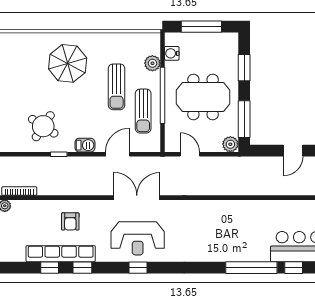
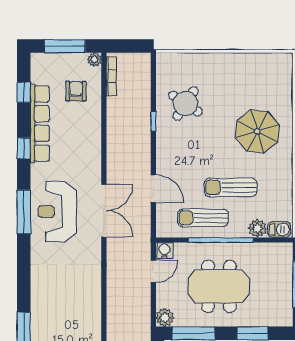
water cooler: (172, 53) -> (164, 251), moved
meeting table: (203, 97) -> (219, 286), turned 90
barbecue: (85, 145) -> (279, 230), moved, turned -90
armchair: (70, 221) -> (76, 91), moved, turned 90
window: (50, 268) -> (24, 92), moved
window: (138, 268) -> (24, 212), width x2.17

